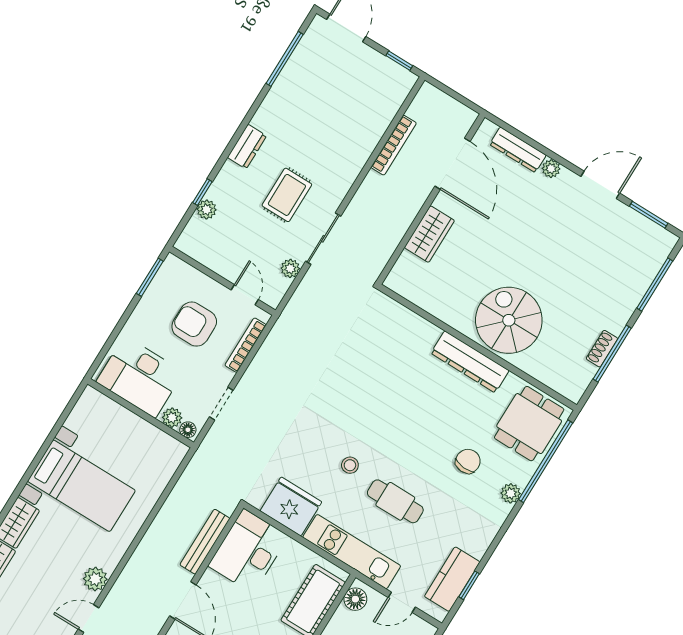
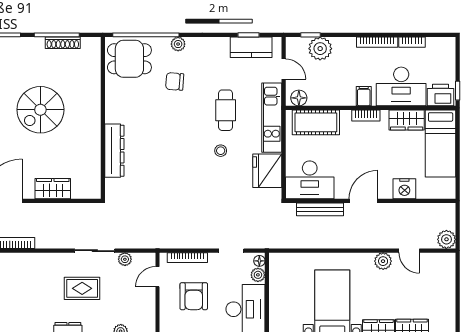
spiral stairs: (509, 320) -> (40, 110), moved
shoe rack: (602, 349) -> (63, 43), width x1.43
dresser: (470, 362) -> (114, 151), moved

